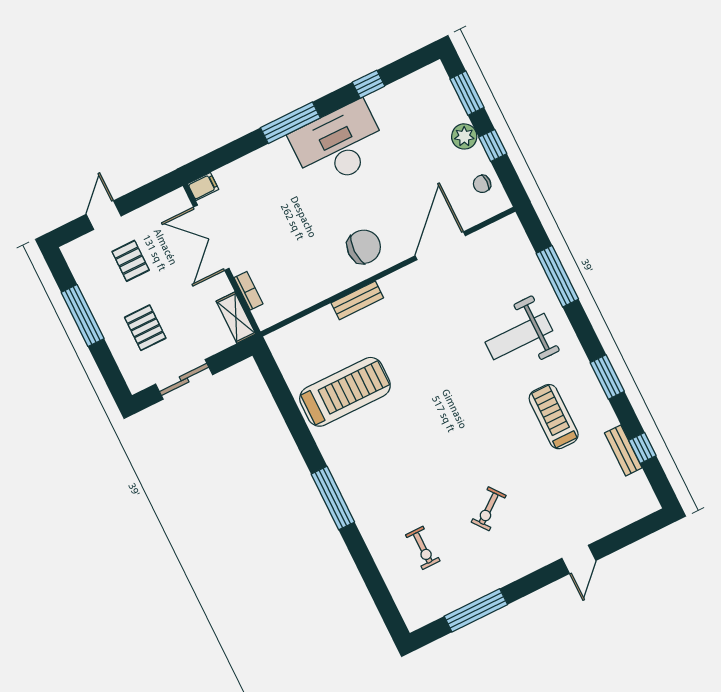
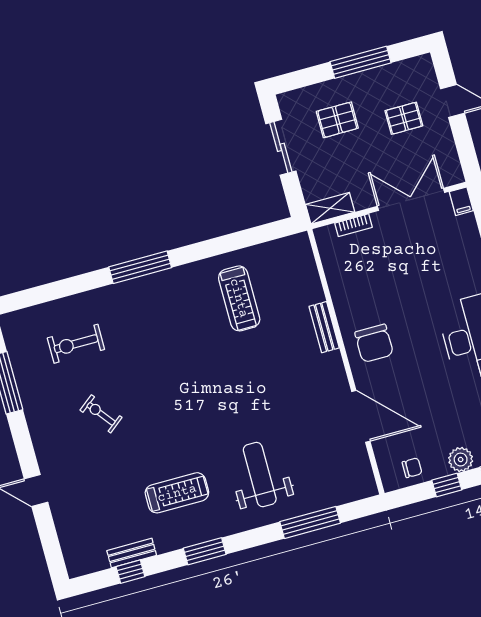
chair: (482, 184) -> (412, 468), turned 90
treadmill: (345, 392) -> (239, 298), width x0.73, depth x0.73
exercise bike: (423, 548) -> (76, 344), width x1.38, depth x1.39

